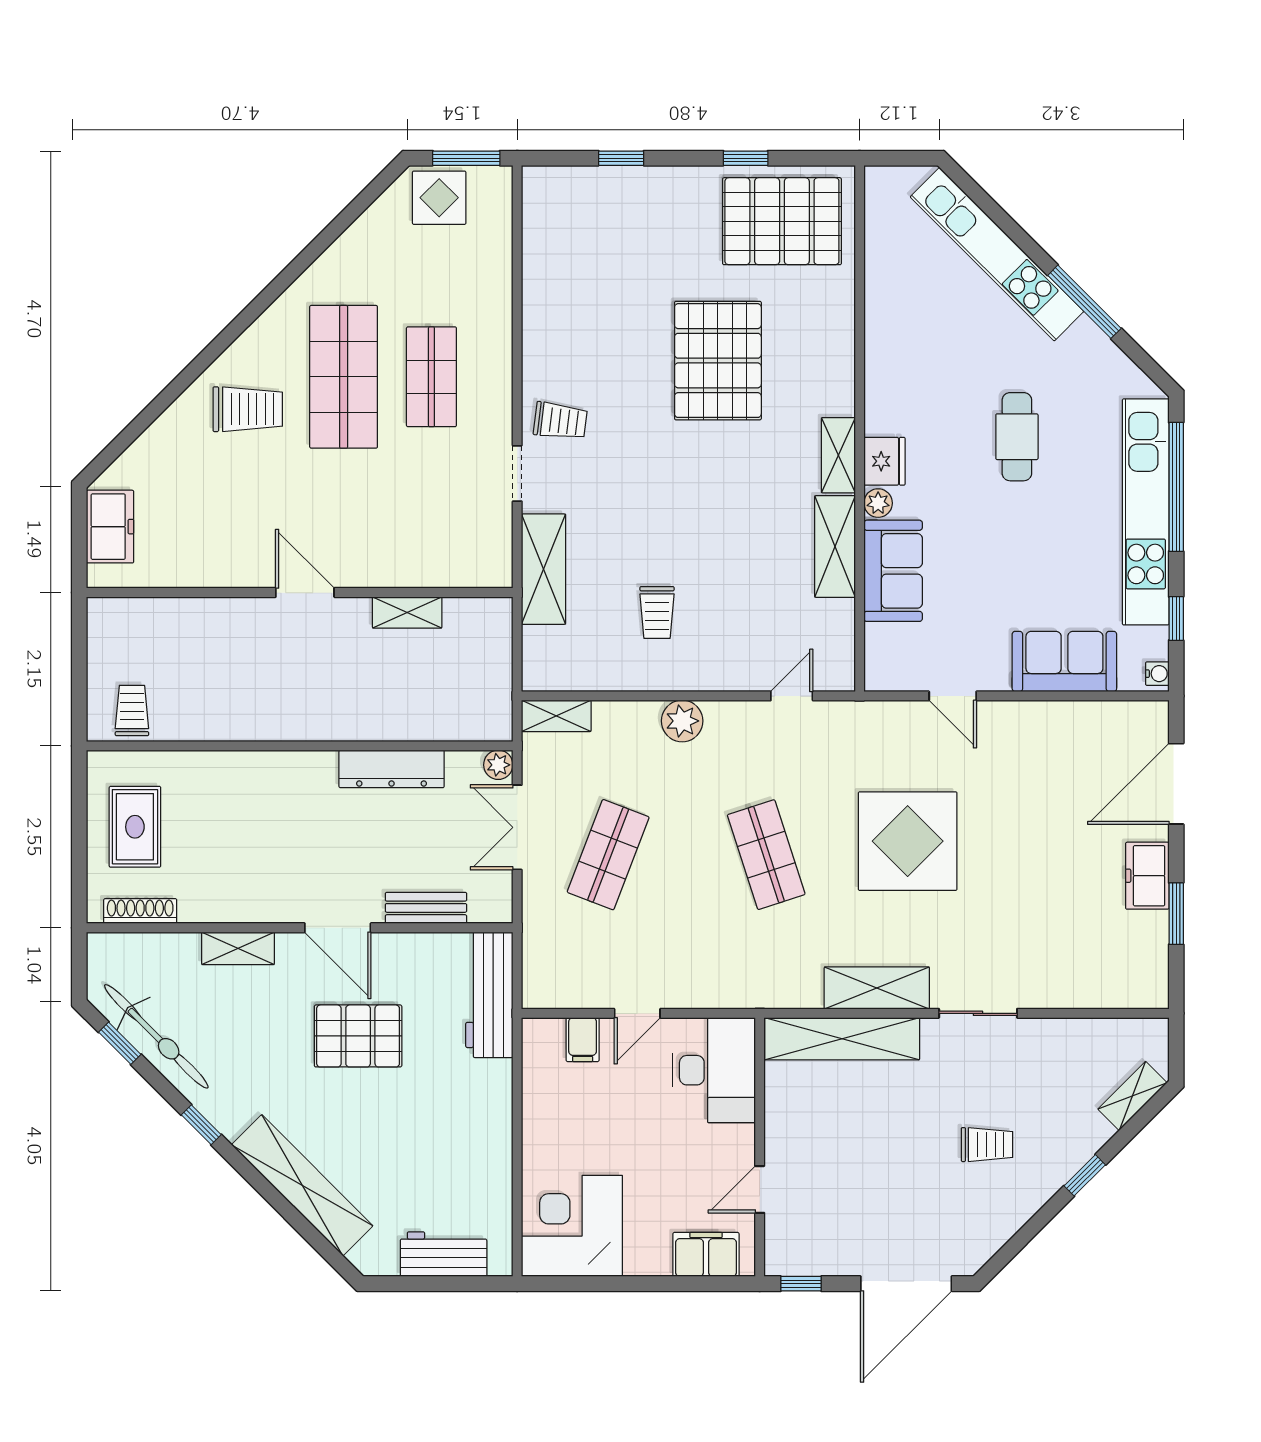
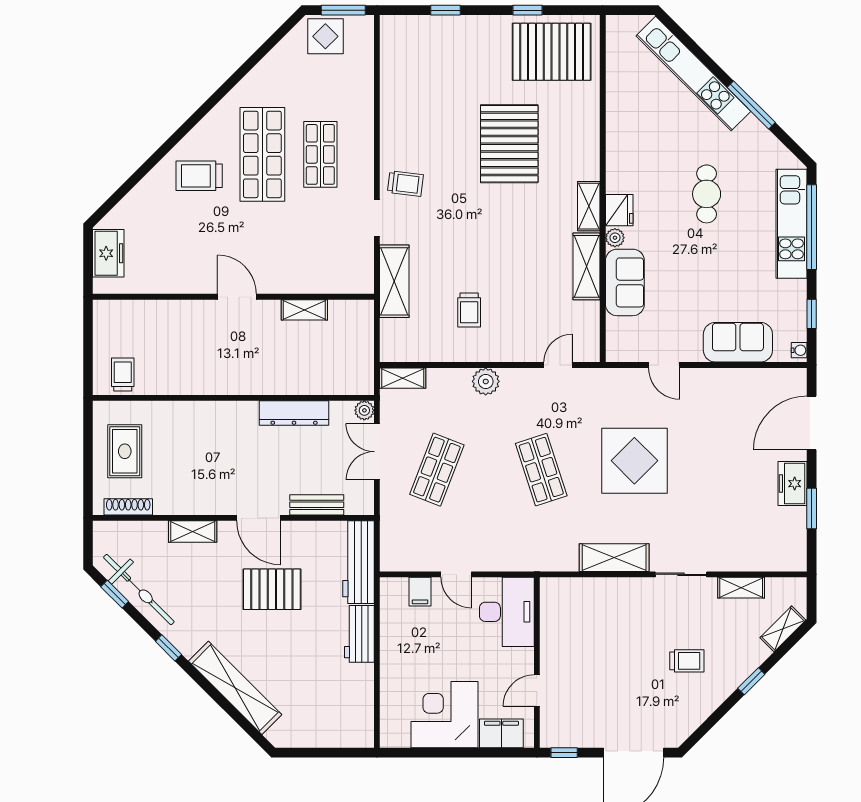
trolley: (248, 409) -> (199, 176), turned 180
kitchen unit: (1146, 512) -> (792, 224), width x0.73
door: (637, 1013) -> (456, 574), hinge flipped
shelving: (842, 1039) -> (741, 588), moved, width x0.45, depth x0.75
corner desk: (572, 1226) -> (444, 715), moved
workbench: (444, 1254) -> (359, 634), moved, turned -90

